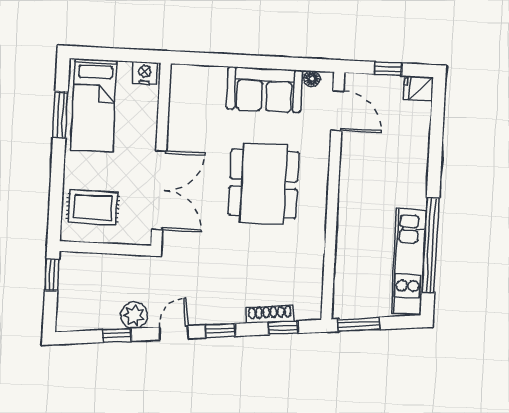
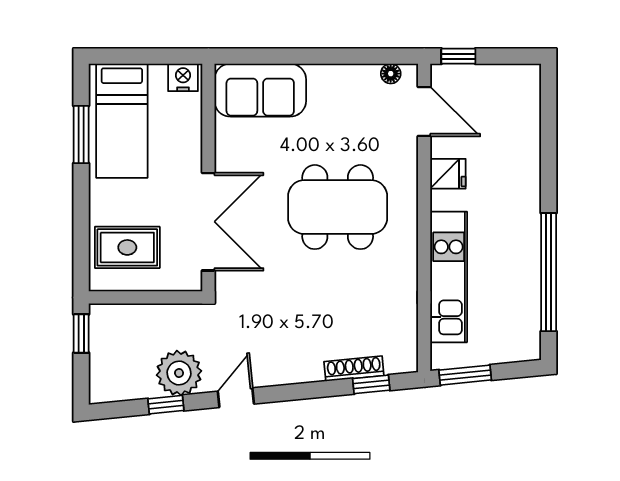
window: (388, 69) -> (458, 56), moved
fridge: (418, 88) -> (448, 174), moved, turned 180
sofa: (264, 90) -> (260, 90), moved
dining table: (264, 184) -> (338, 207), turned 90
kitchen unit: (409, 262) -> (449, 277), moved, turned 180
plant: (134, 315) -> (179, 373), width x1.36, depth x1.36
window: (220, 331) -> (293, 392), removed

